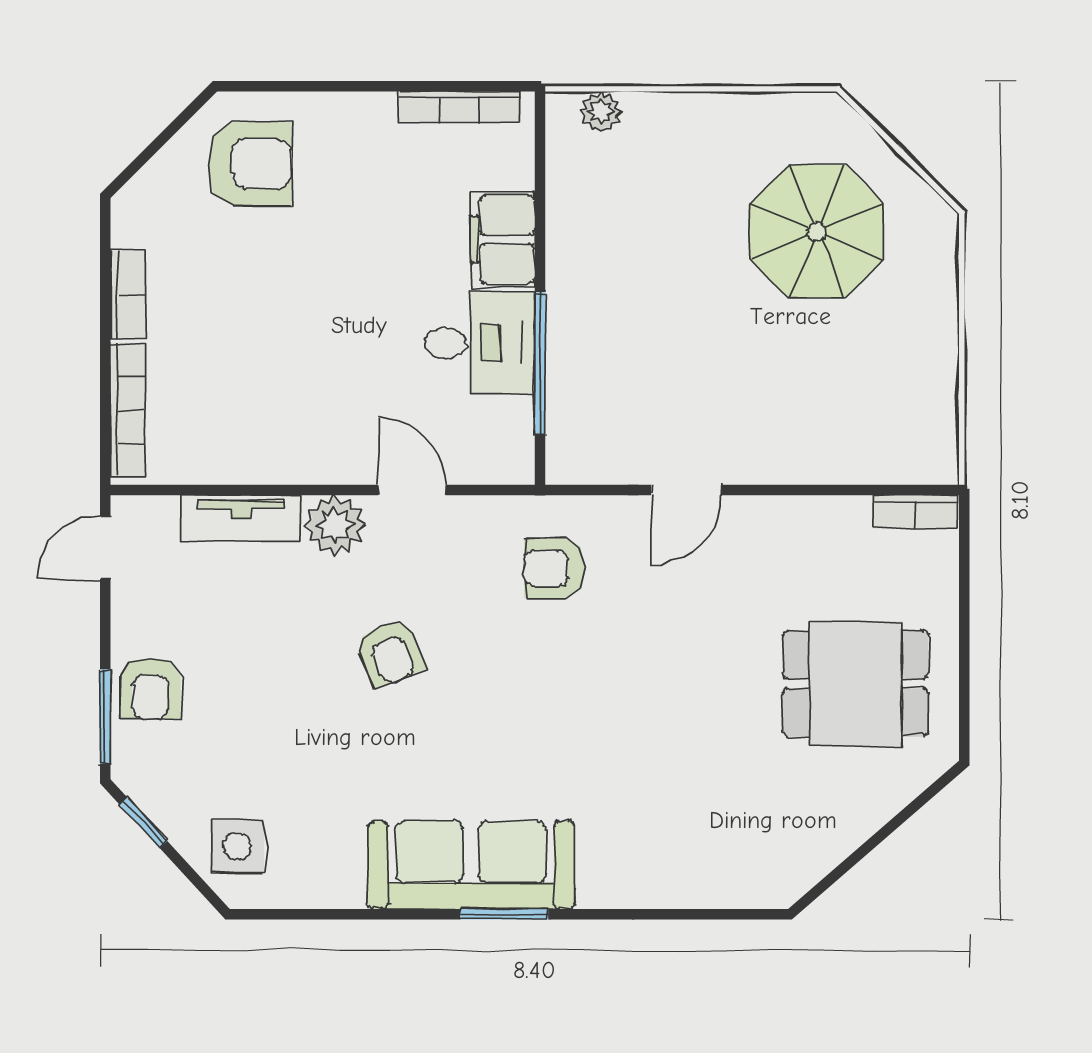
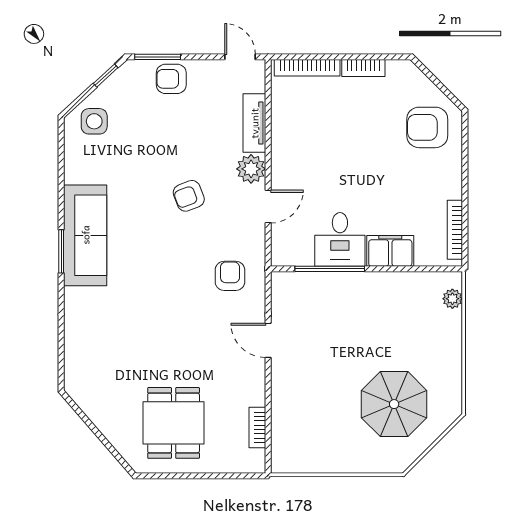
armchair: (250, 164) -> (427, 127), turned 90
bookcase: (915, 512) -> (257, 427), moved

